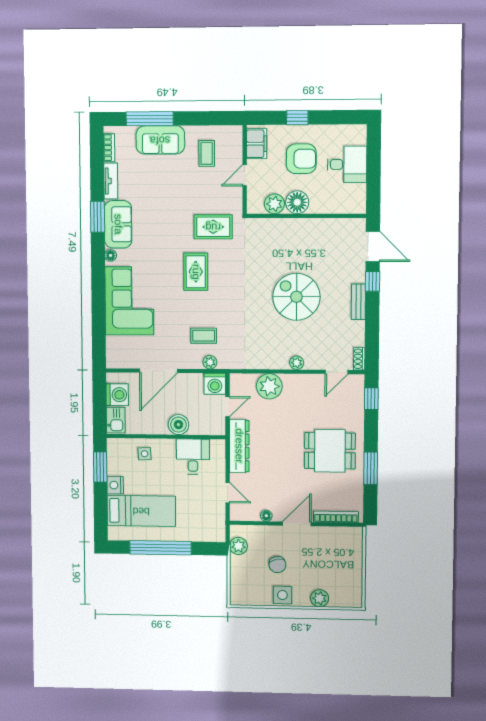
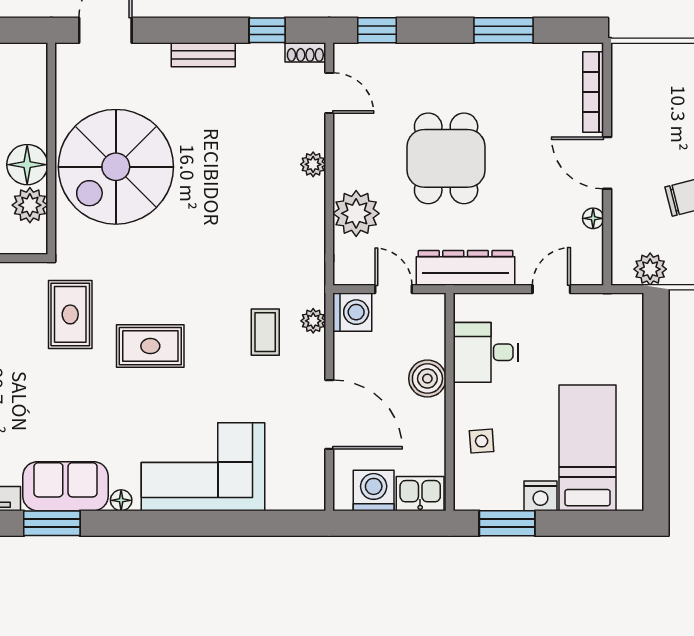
window: (372, 281) -> (267, 30), moved
spiral stairs: (296, 297) -> (116, 167), moved, width x1.37, depth x1.37
dining table: (330, 451) -> (446, 158), moved
window: (161, 548) -> (656, 413), removed

